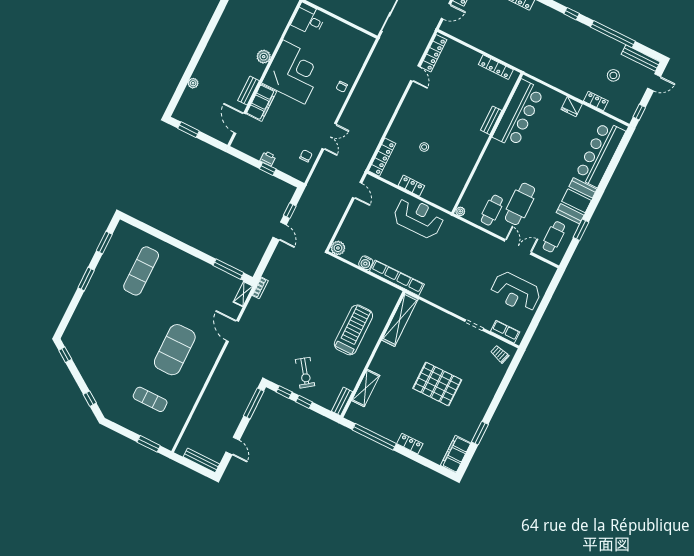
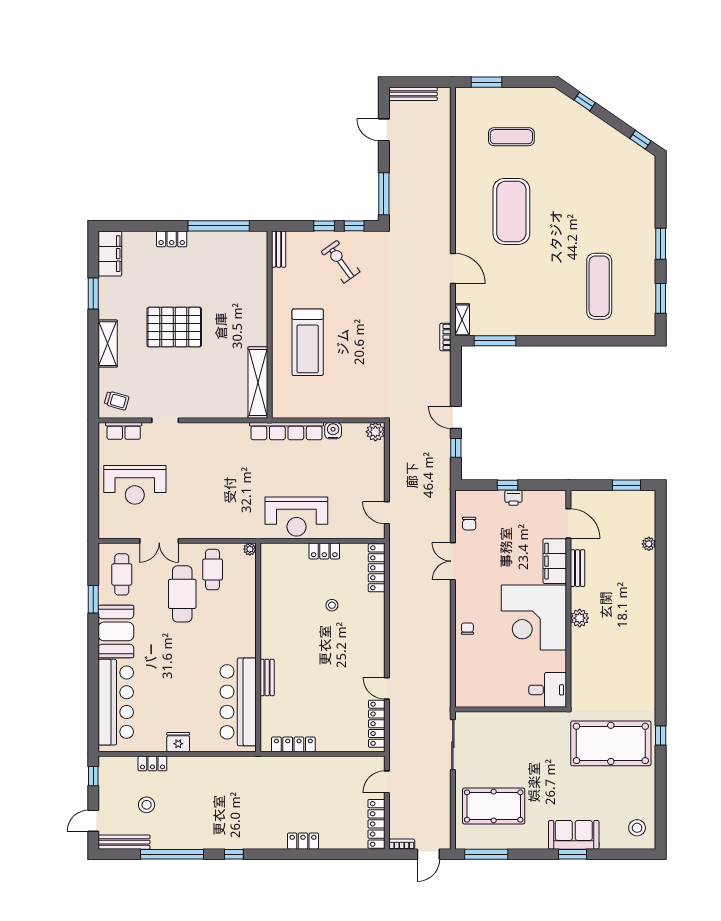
reception desk: (516, 292) -> (135, 485), turned 180
shelving: (366, 388) -> (108, 344), moved

